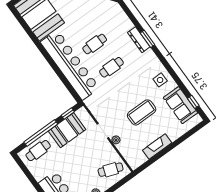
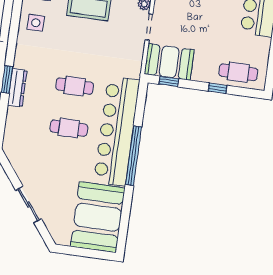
window: (50, 61) -> (133, 156), added
booth: (67, 130) -> (169, 62), moved
window: (41, 133) -> (218, 88), width x0.32

